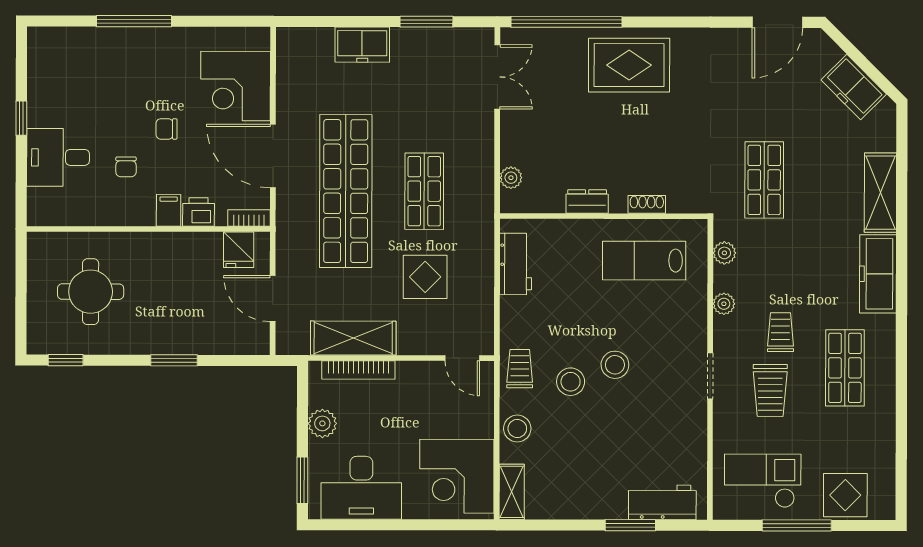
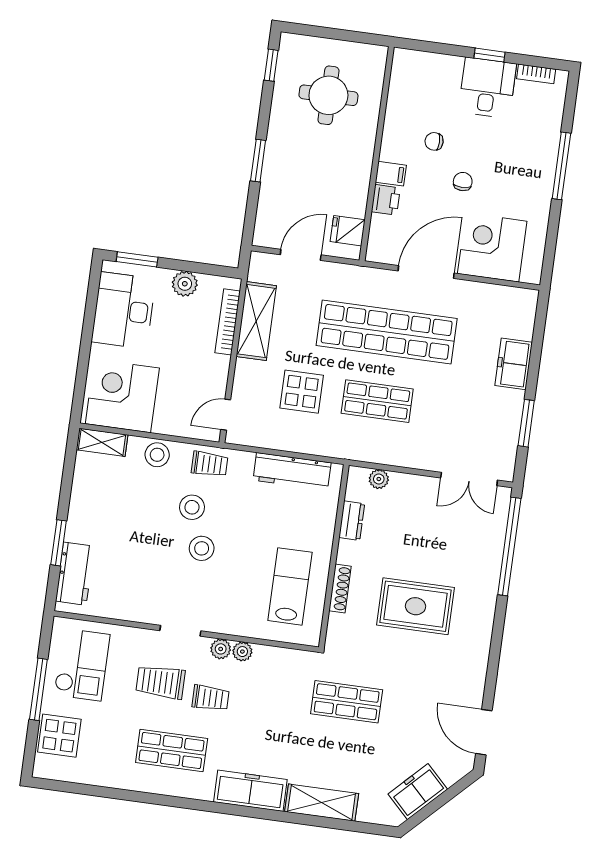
rug: (629, 65) -> (416, 606), moved, turned 90
desk: (58, 157) -> (487, 88), moved
dresser: (587, 202) -> (352, 521), moved
shoe rack: (647, 204) -> (340, 588), width x1.43
bookcase: (249, 218) -> (536, 74), moved, turned 90
plant: (724, 253) -> (221, 649), moved
workbench: (516, 264) -> (292, 471), width x1.38

